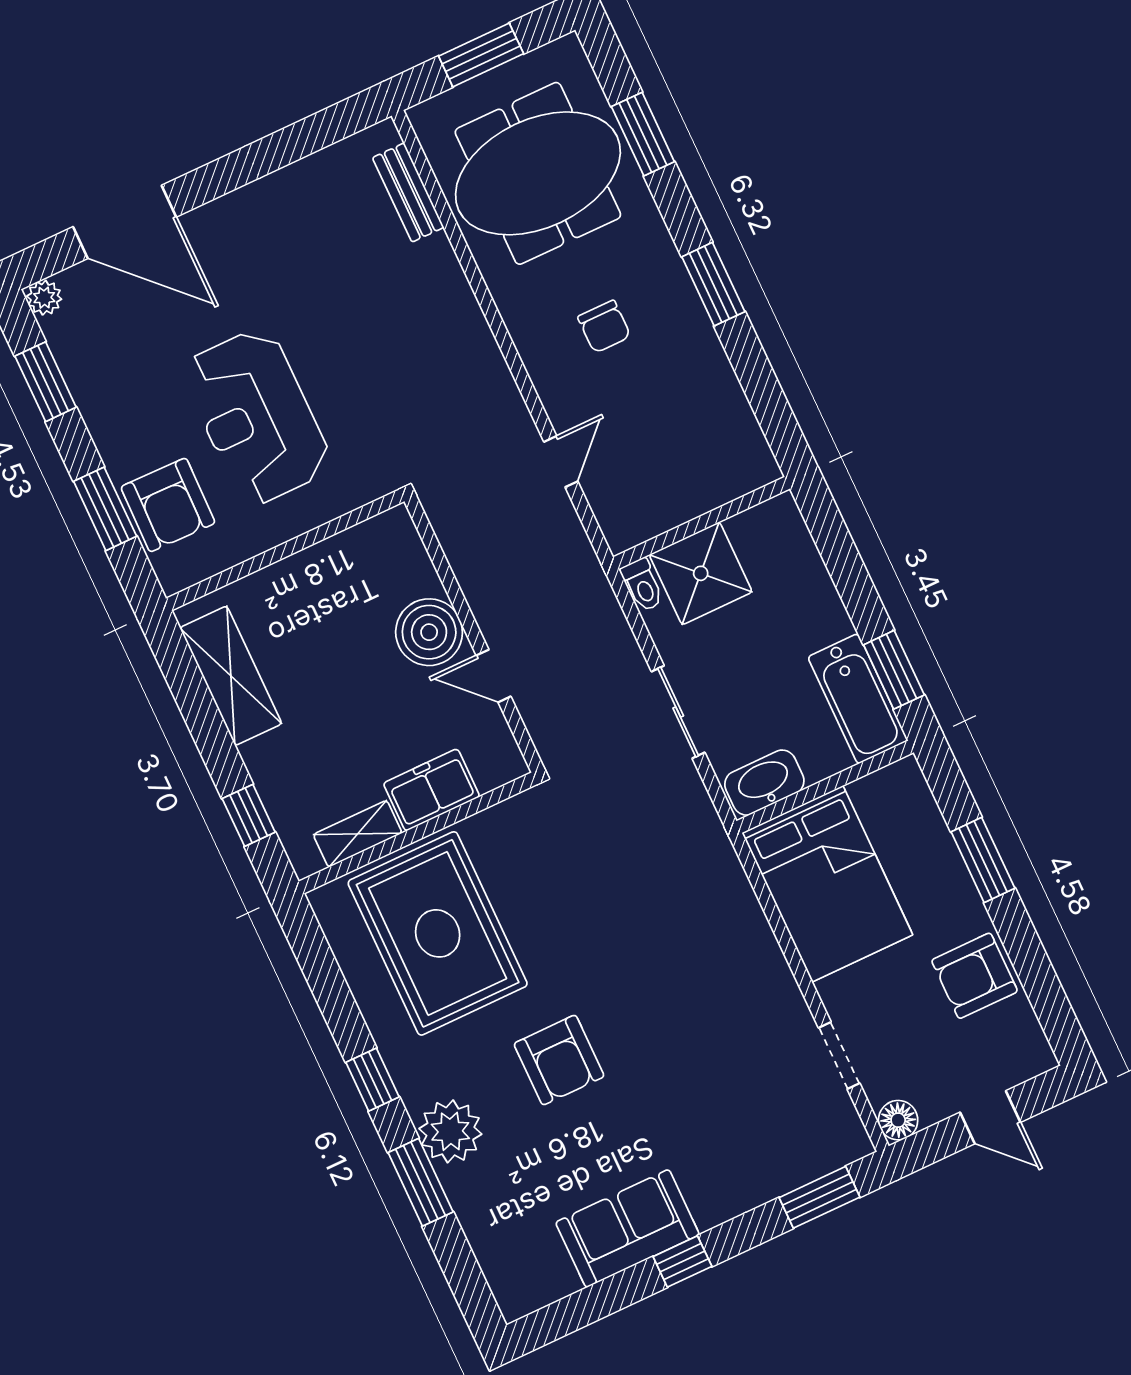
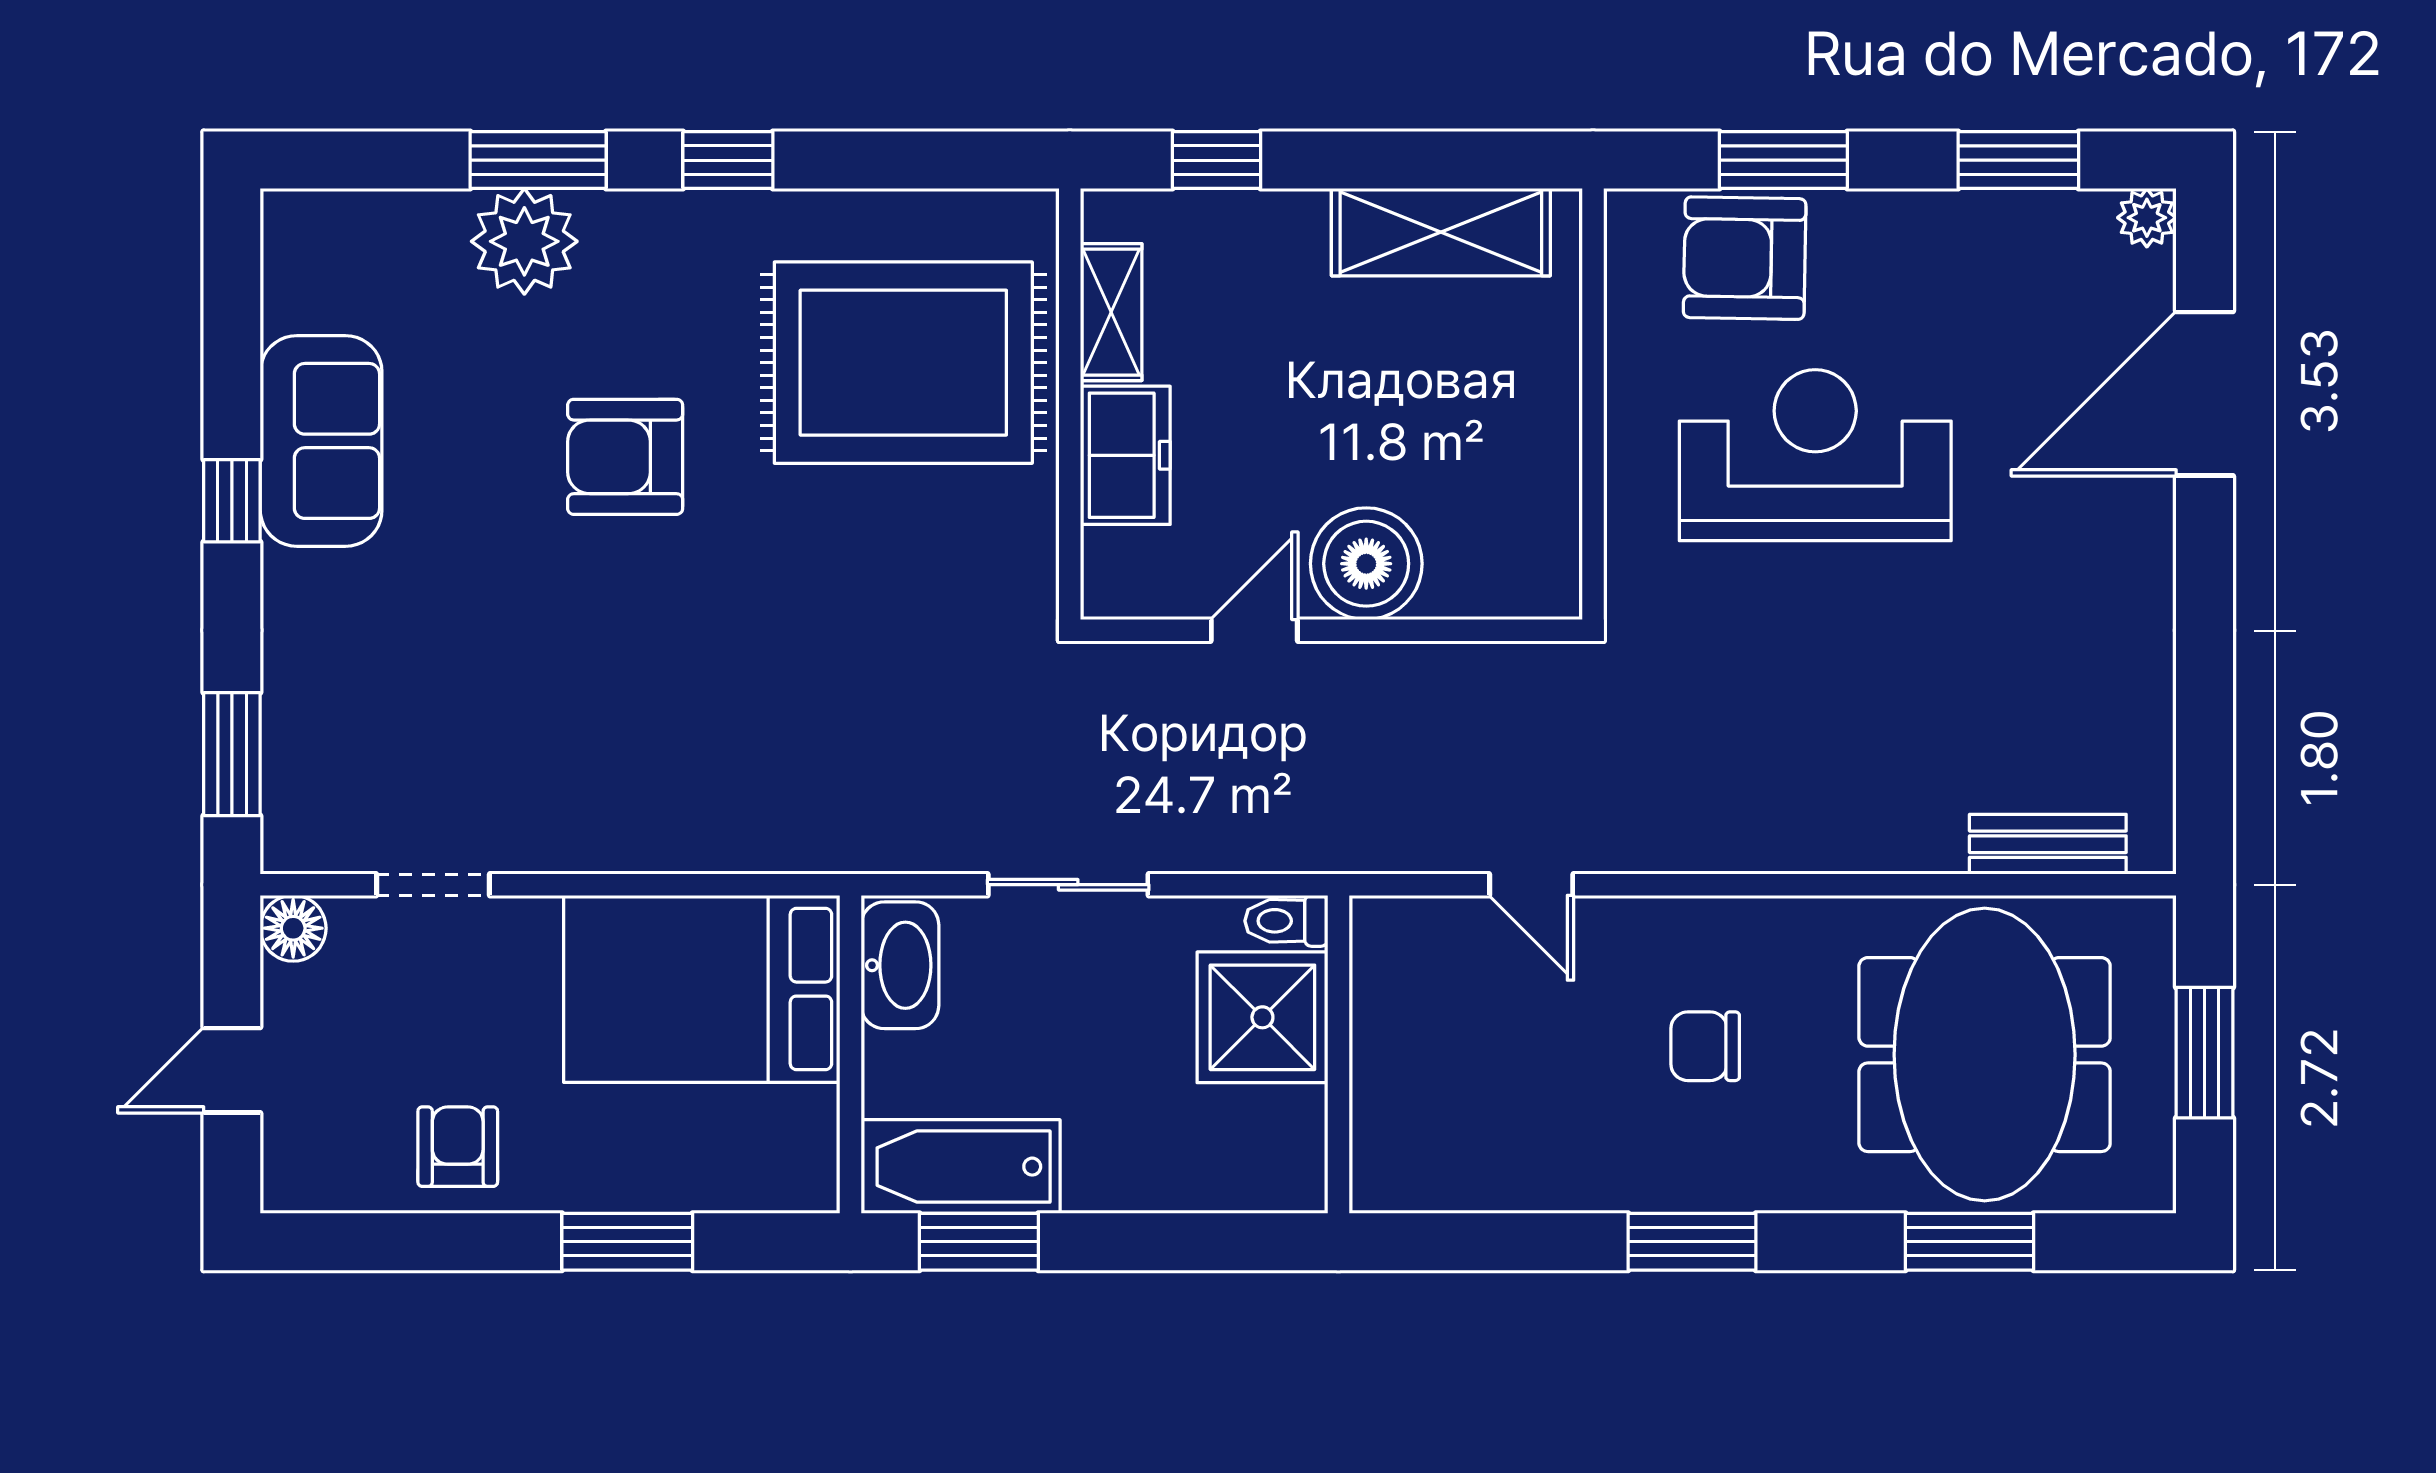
armchair: (975, 976) -> (458, 1147), width x0.72, depth x0.72
plant: (450, 1131) -> (524, 241), moved

